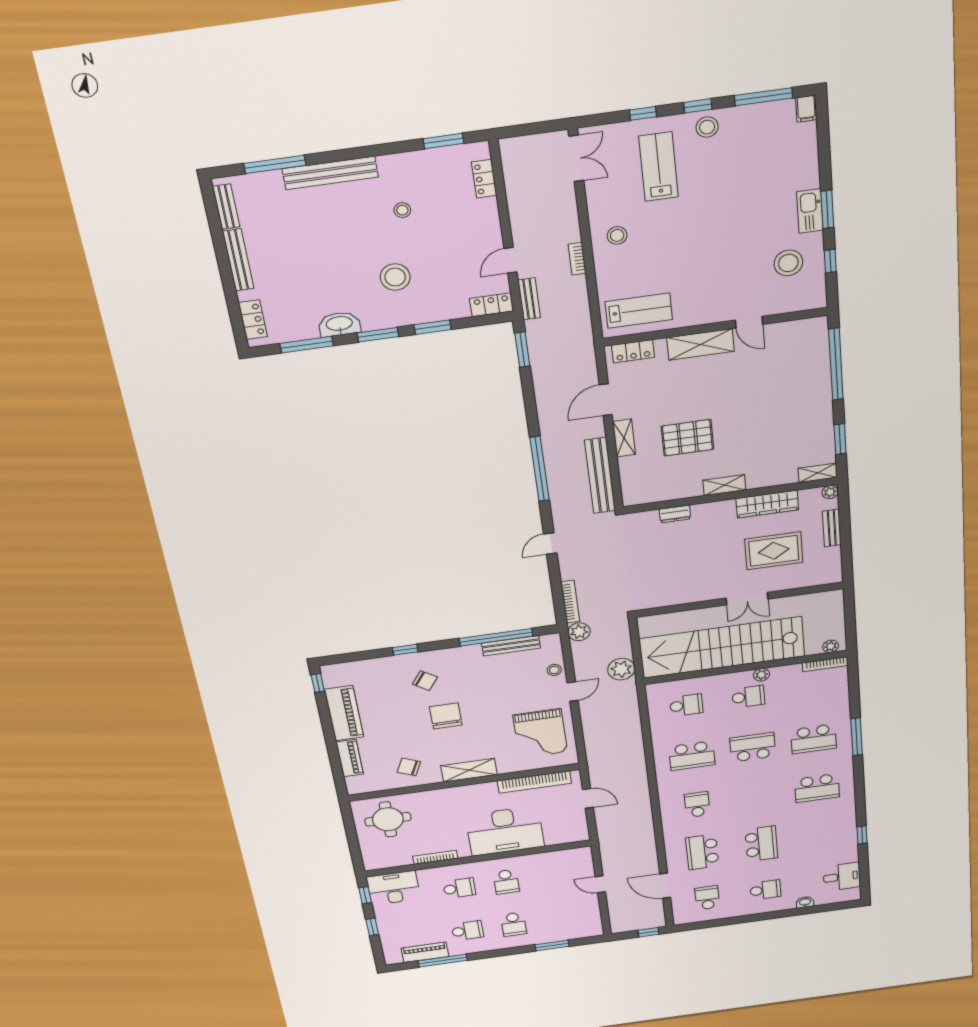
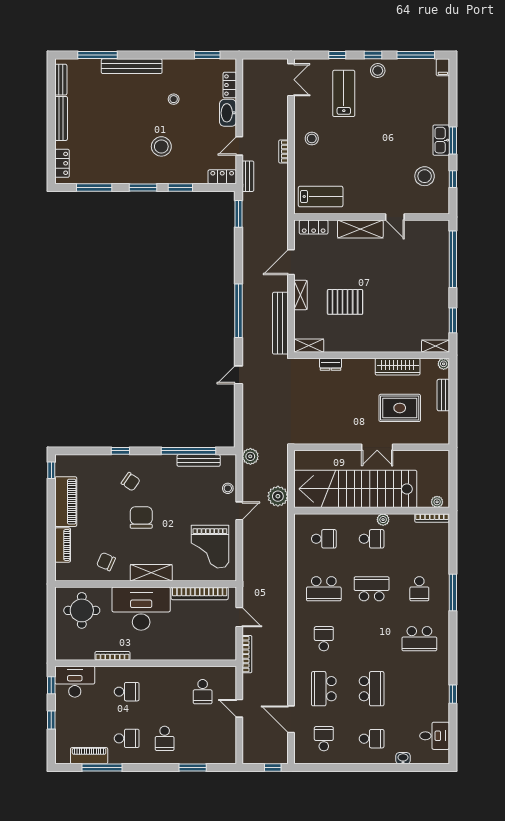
washbasin: (339, 324) -> (228, 113), moved, turned -90
shelving: (724, 485) -> (309, 346), moved
bookcase: (570, 602) -> (247, 654), moved
school desk: (814, 739) -> (419, 589), width x0.54
desk: (505, 831) -> (141, 609), moved, turned 180
school desk: (506, 882) -> (203, 692), moved

